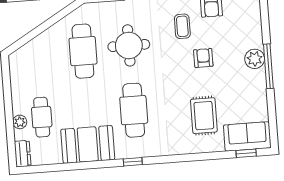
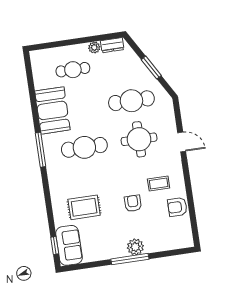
window: (46, 25) -> (151, 68), added
armchair: (203, 58) -> (133, 203), turned -90
plant: (20, 122) -> (94, 47), moved
dresser: (23, 154) -> (112, 45), moved
window: (133, 162) -> (41, 150), width x2.17

